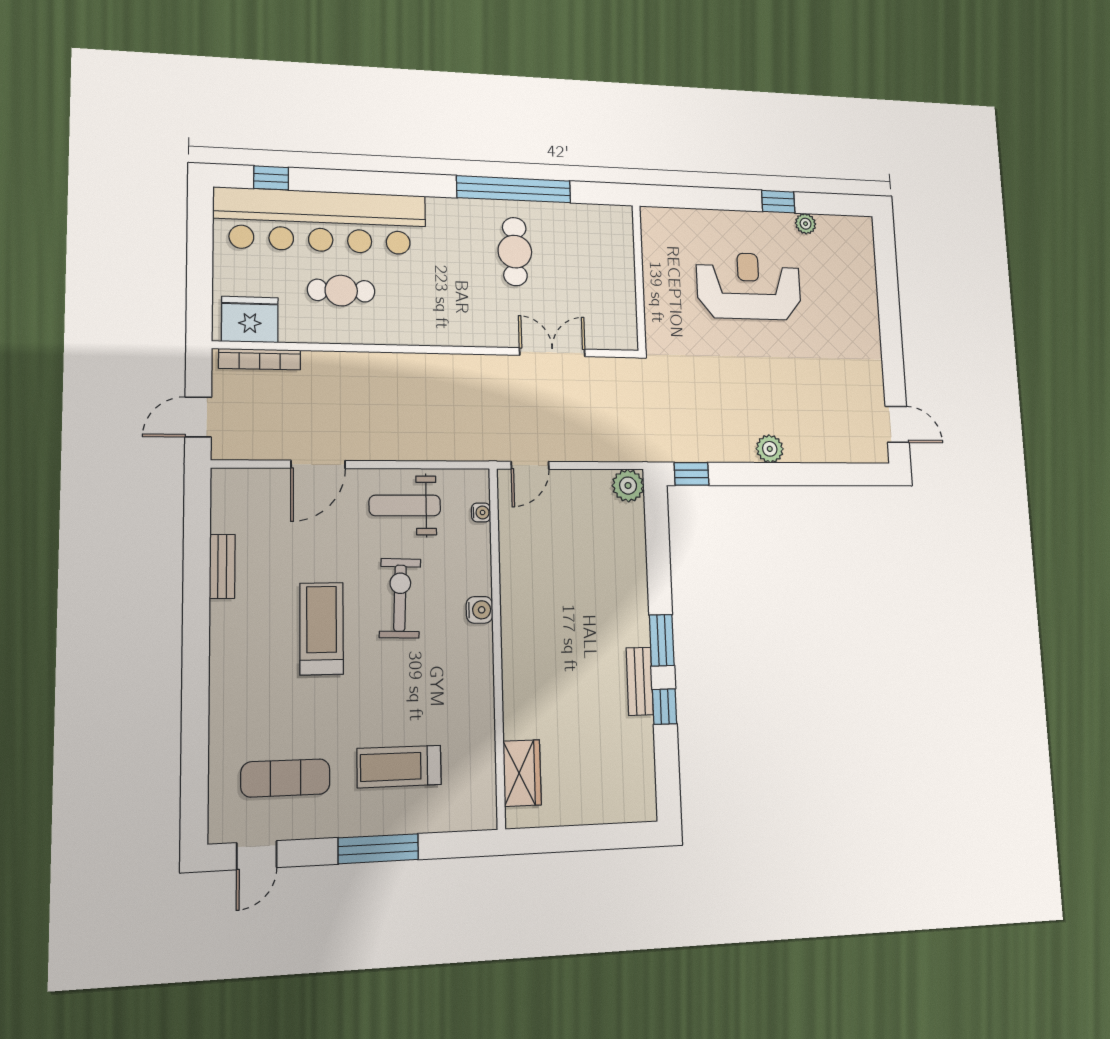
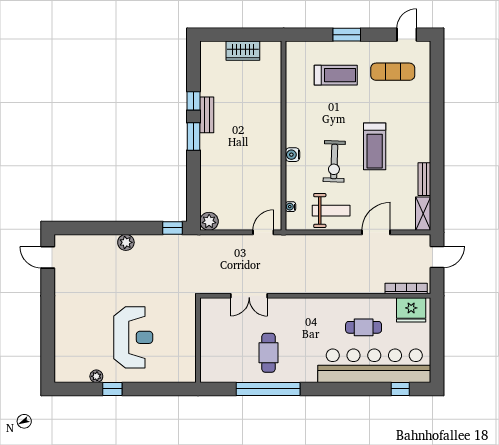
reception desk: (749, 286) -> (133, 337), turned -90
shelving: (225, 500) -> (423, 214), added
wardrobe: (522, 773) -> (243, 51), moved, turned -90
window: (378, 849) -> (347, 35), width x0.69

